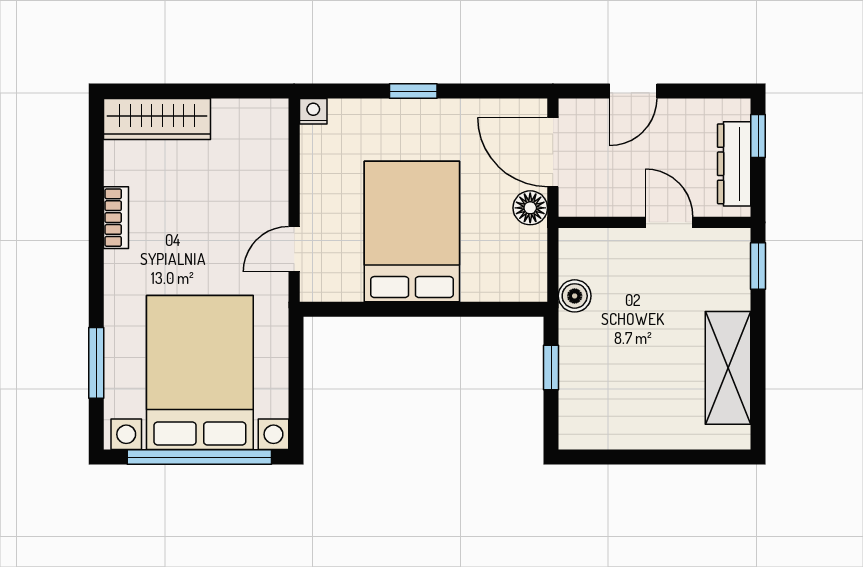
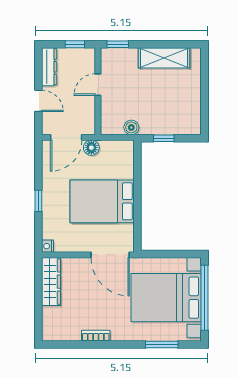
wardrobe: (157, 119) -> (51, 282), moved
window: (758, 136) -> (75, 44), moved
dresser: (734, 164) -> (49, 67), moved, turned -90
door: (294, 249) -> (110, 255), width x1.88

